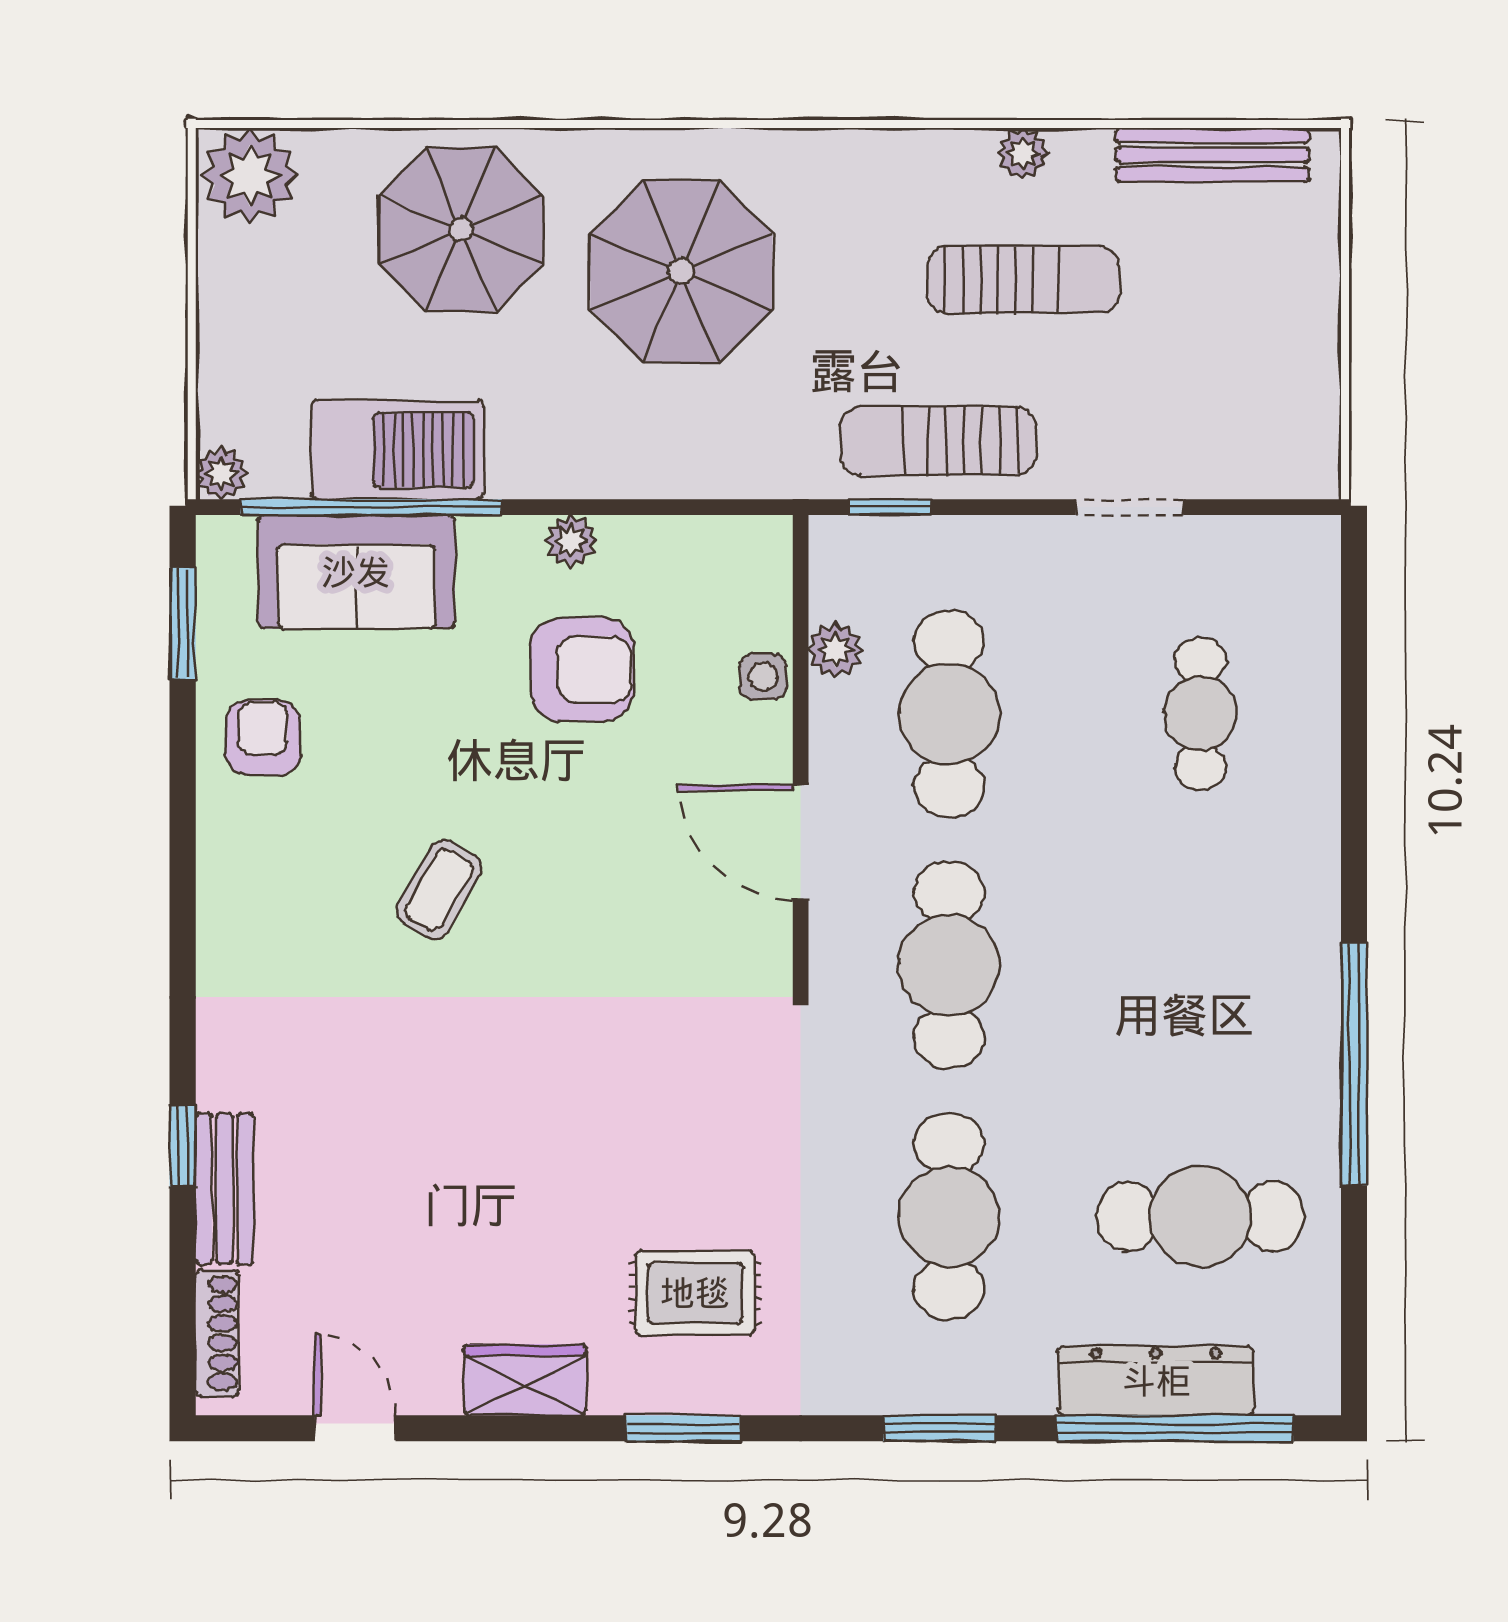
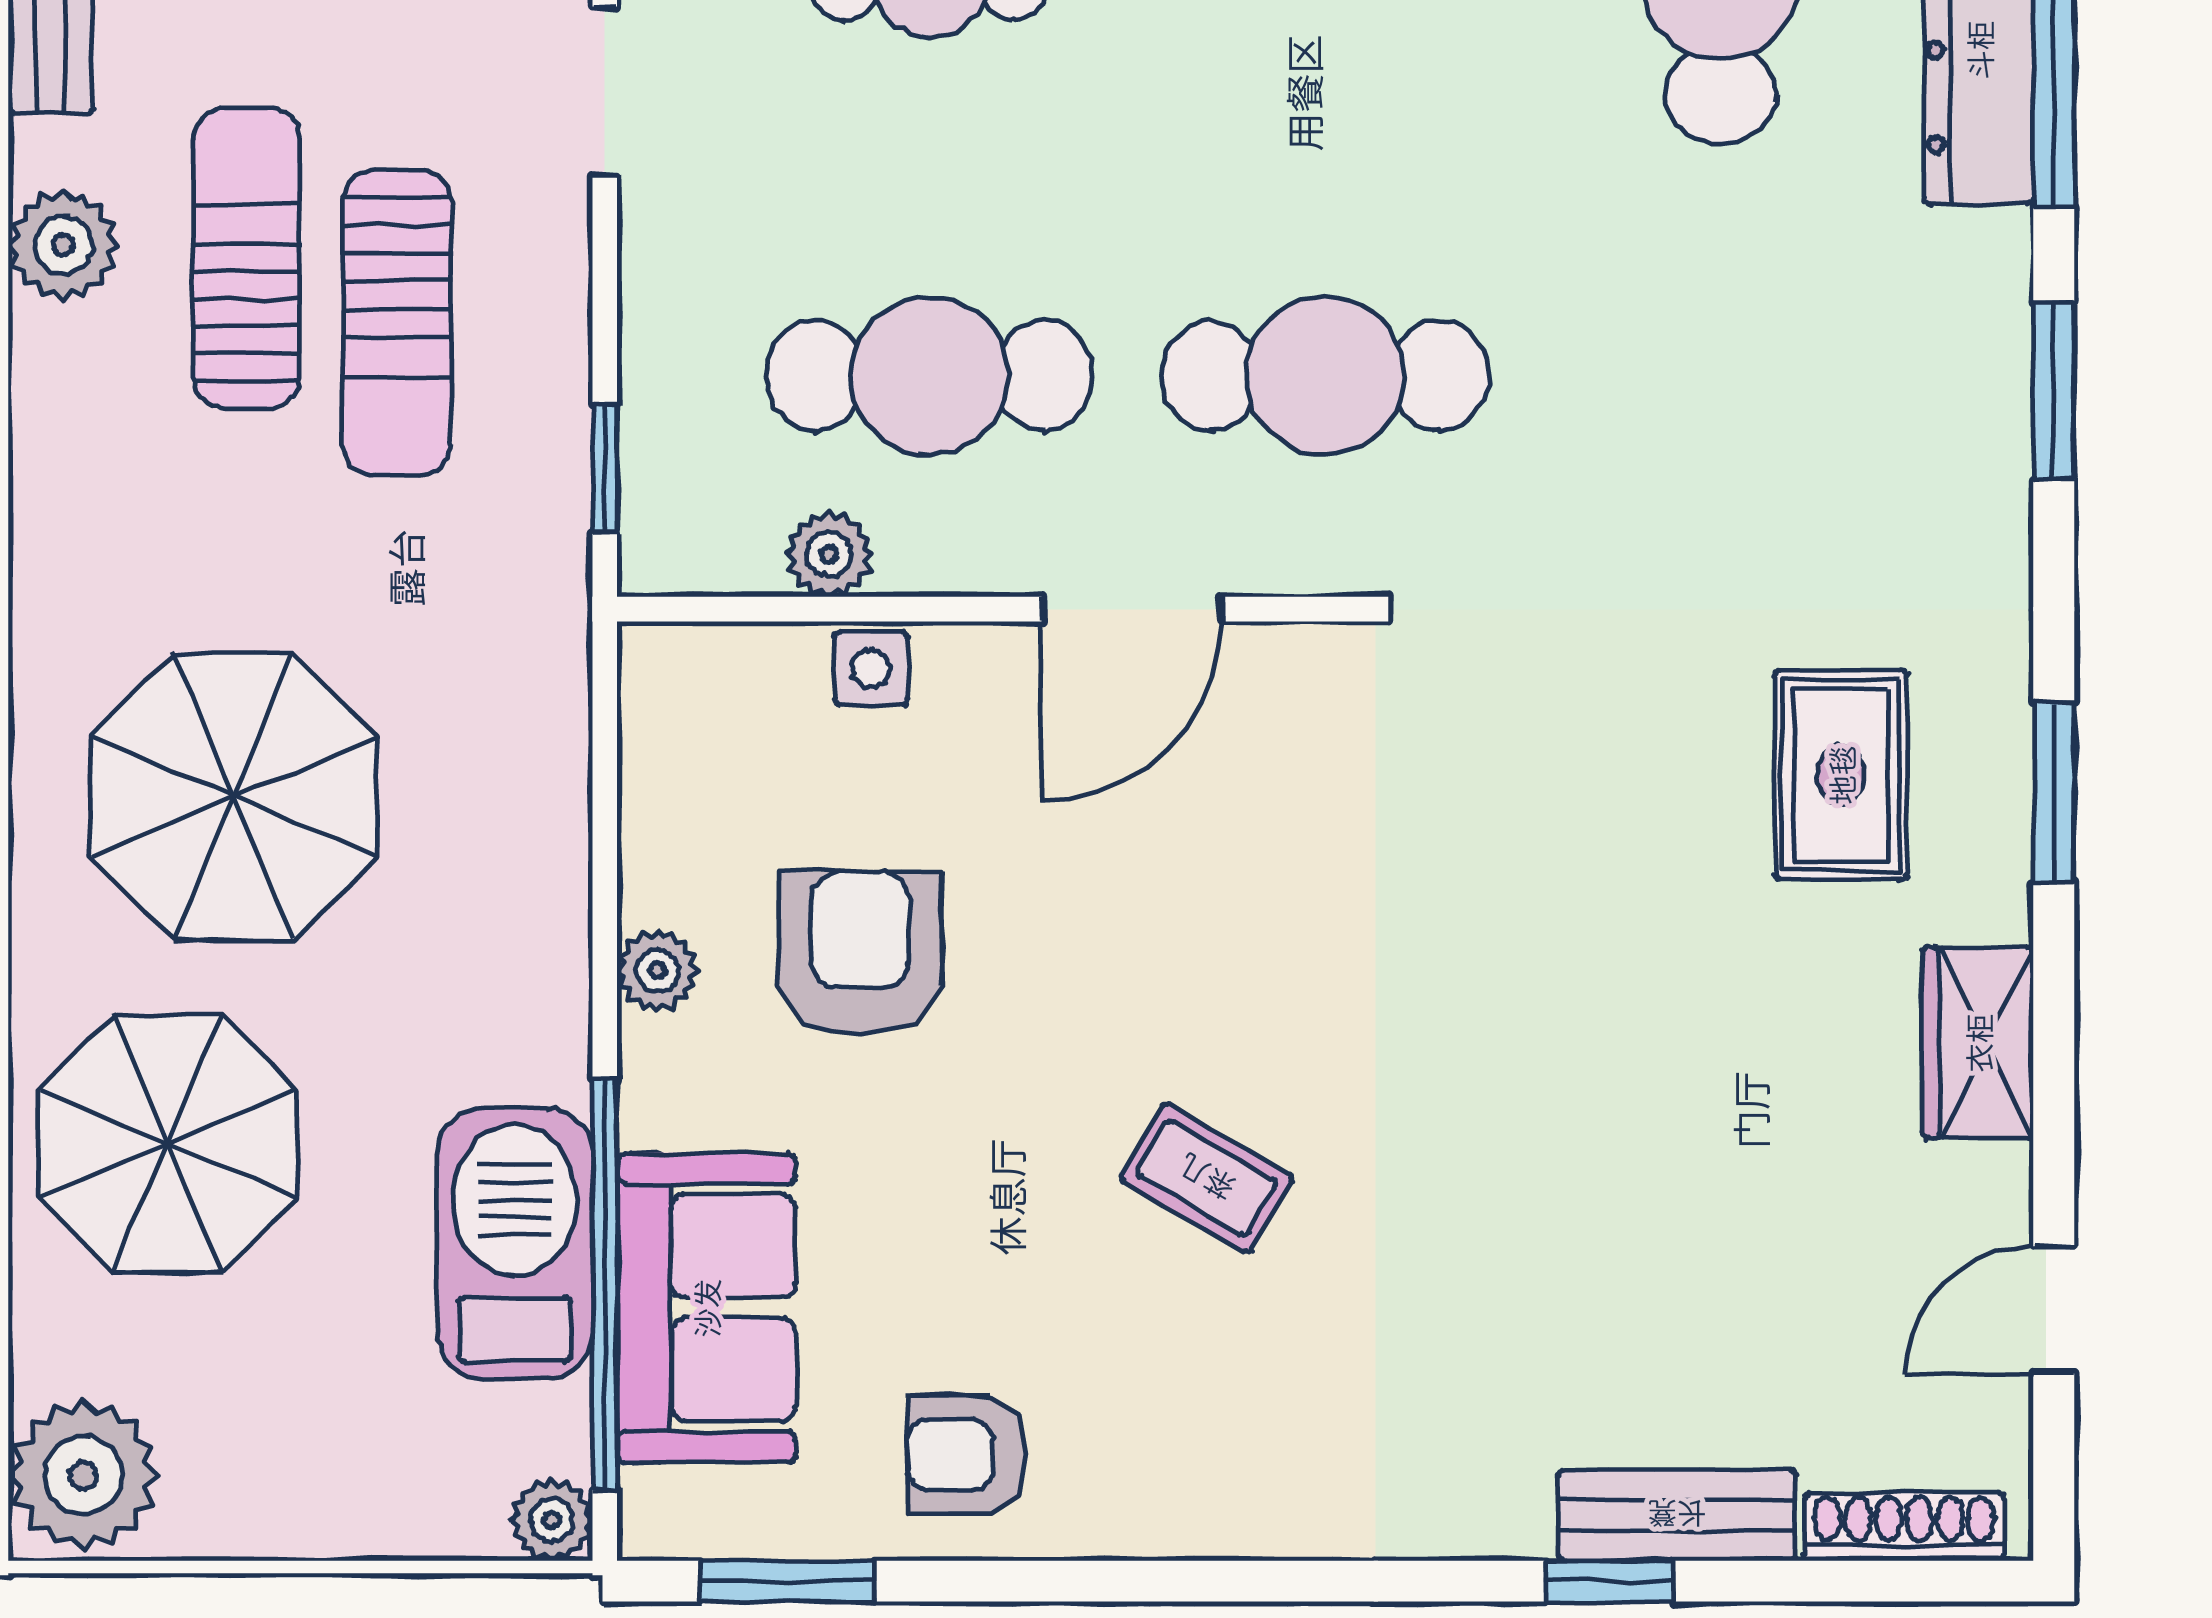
plant: (1023, 153) -> (63, 245), width x1.38, depth x1.38
sun lounger: (938, 441) -> (397, 323), moved
cafe table: (949, 1217) -> (1721, 376), removed

